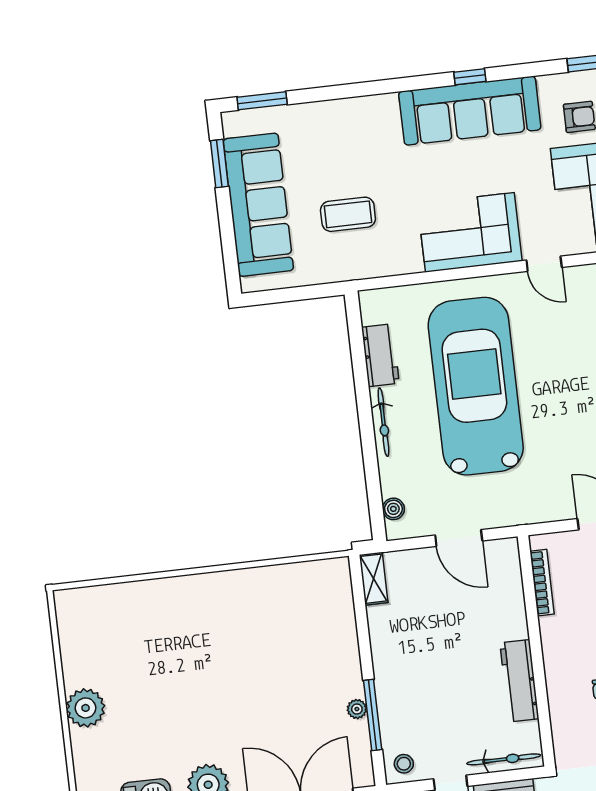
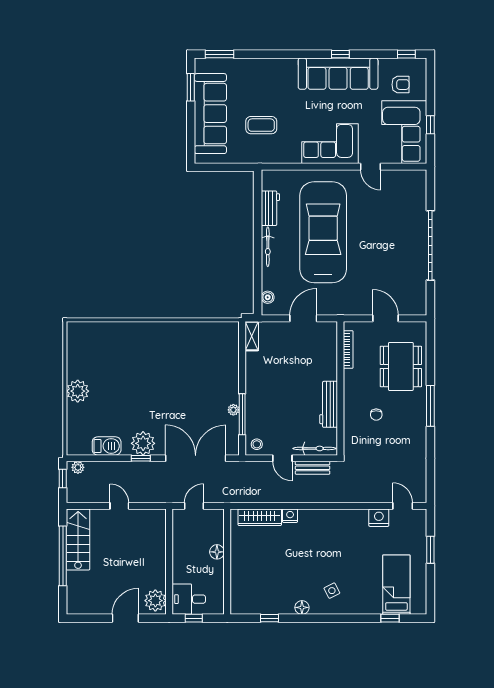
door: (459, 538) -> (303, 318), swing flipped

